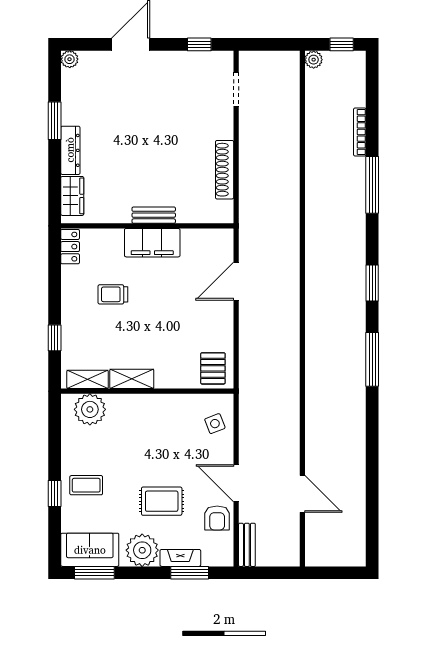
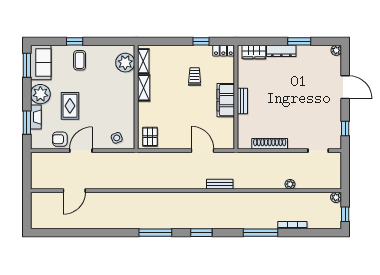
plant: (292, 136) -> (290, 184), added
window: (55, 338) -> (201, 41), moved
pallet: (213, 368) -> (150, 137), turned 90
bench: (247, 545) -> (220, 184), moved

